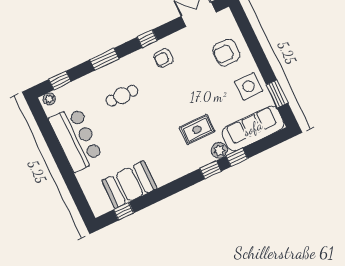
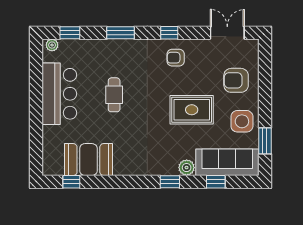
cafe table: (122, 96) -> (114, 95), moved, turned 90
rug: (197, 129) -> (192, 110), moved, width x1.36, depth x1.43
window: (237, 157) -> (216, 182), moved

